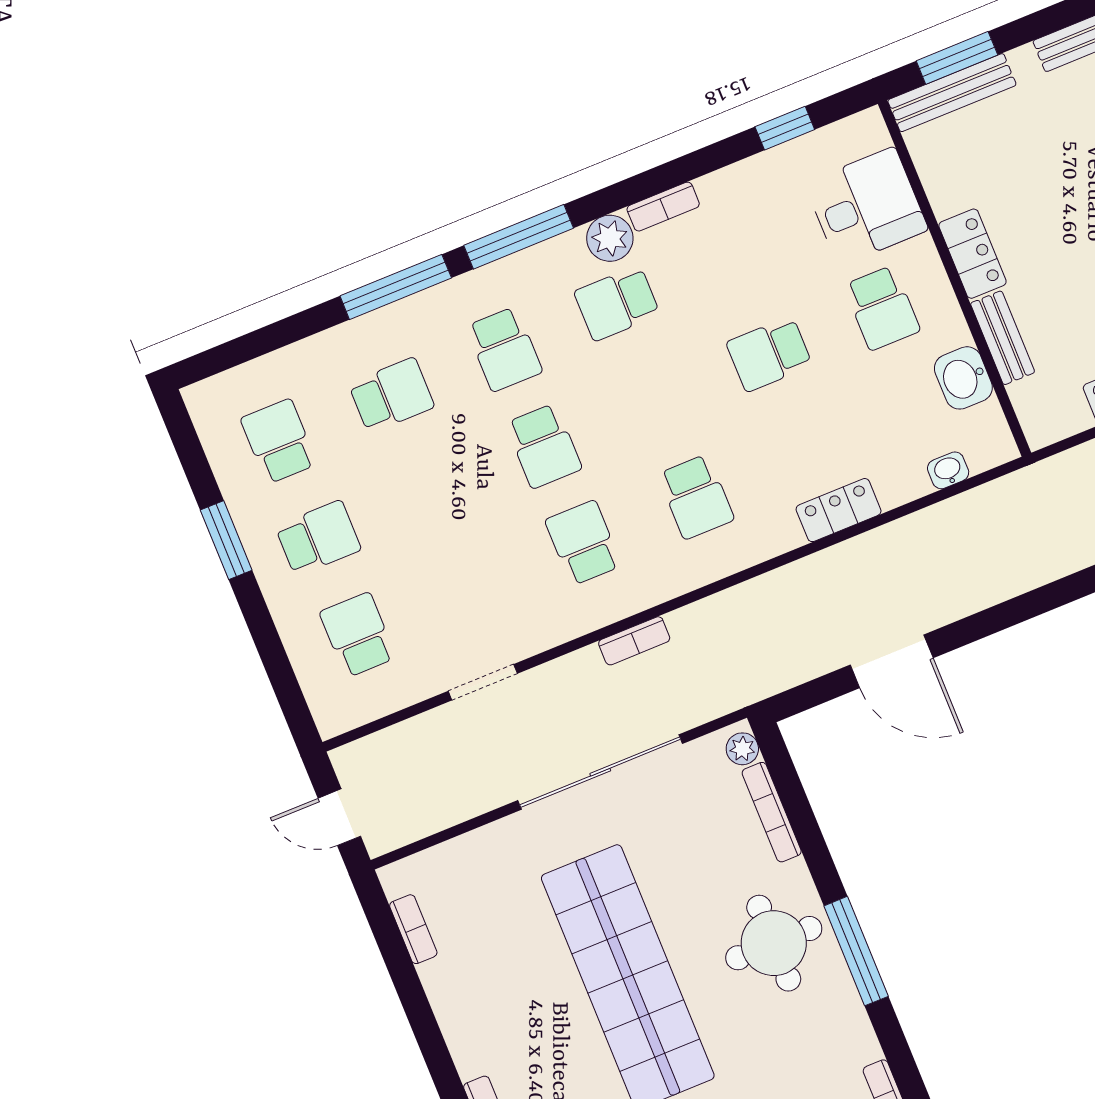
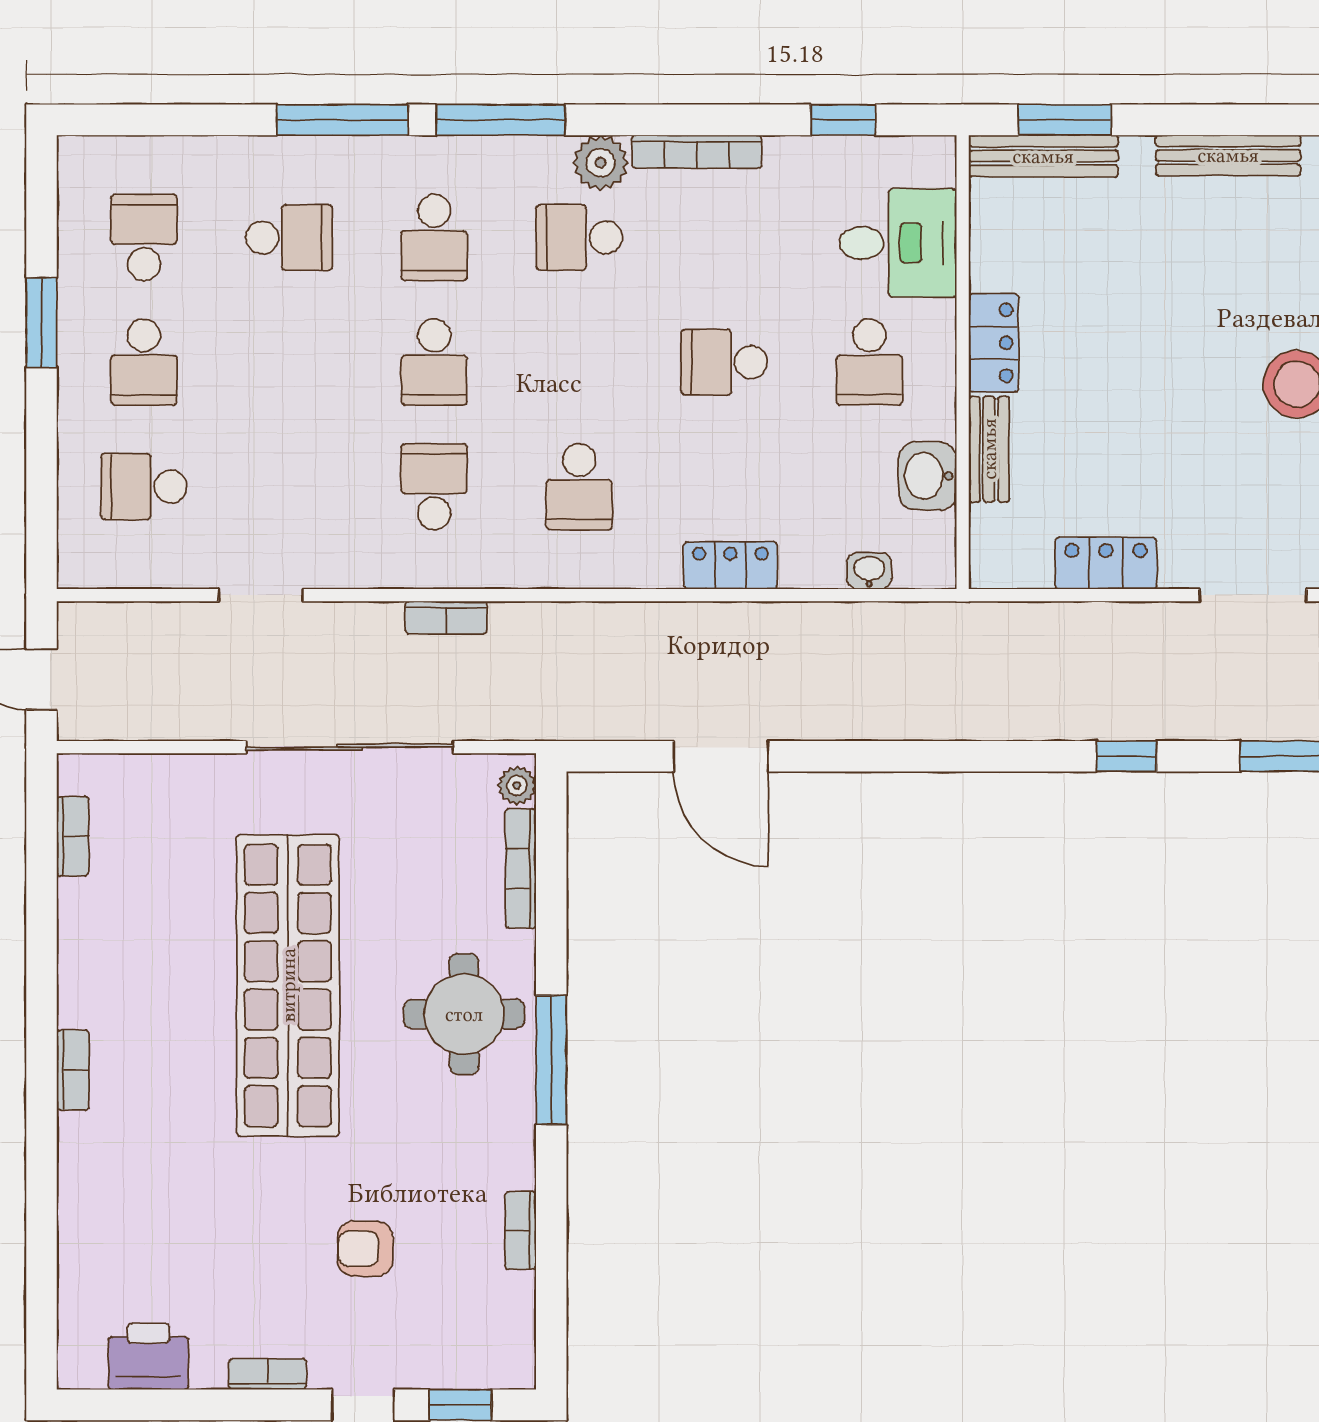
bookcase: (663, 207) -> (697, 152), width x1.56
school desk: (318, 538) -> (144, 362), turned 90
school desk: (358, 635) -> (144, 487), turned -90

